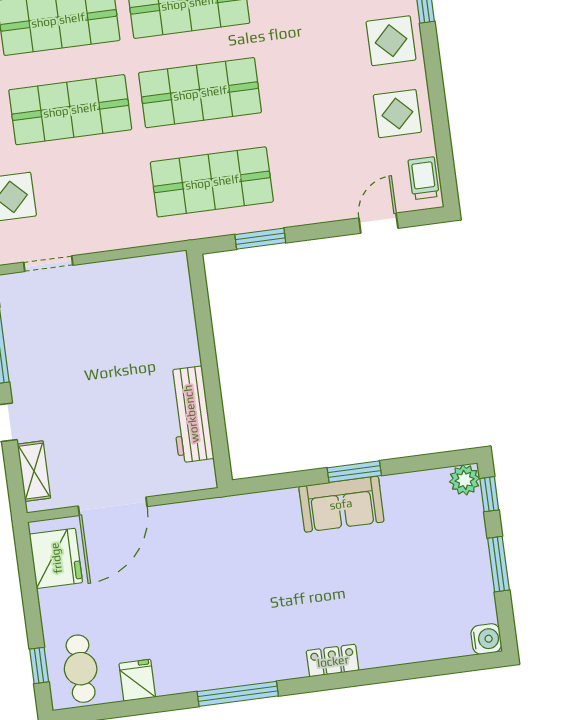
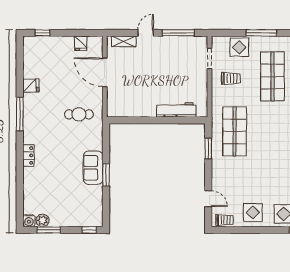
shop shelf: (200, 93) -> (272, 131), removed
trolley: (88, 207) -> (231, 78), added
workbench: (191, 414) -> (176, 110), moved
plant: (465, 480) -> (43, 220), moved
fridge: (56, 558) -> (81, 43), width x0.53, depth x0.75
window: (498, 564) -> (49, 230), moved
cafe table: (81, 669) -> (79, 114), moved
fridge: (137, 680) -> (31, 86), moved

